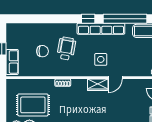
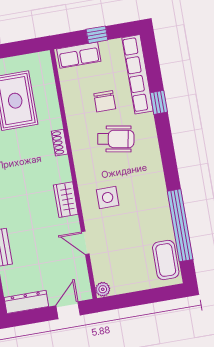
window: (88, 19) -> (159, 102), moved
row of seats: (101, 29) -> (137, 74), moved
door: (115, 78) -> (85, 243), moved

